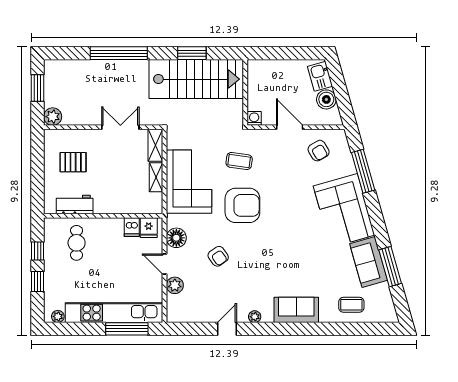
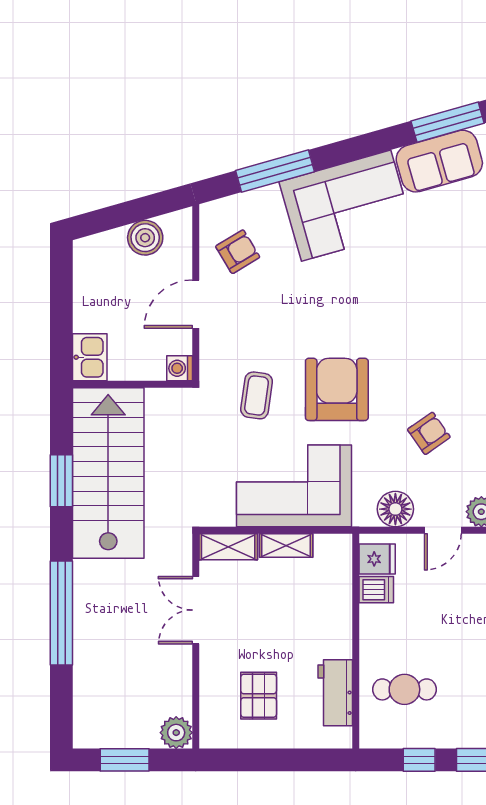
kitchen sink: (320, 76) -> (90, 357), moved, turned -74

